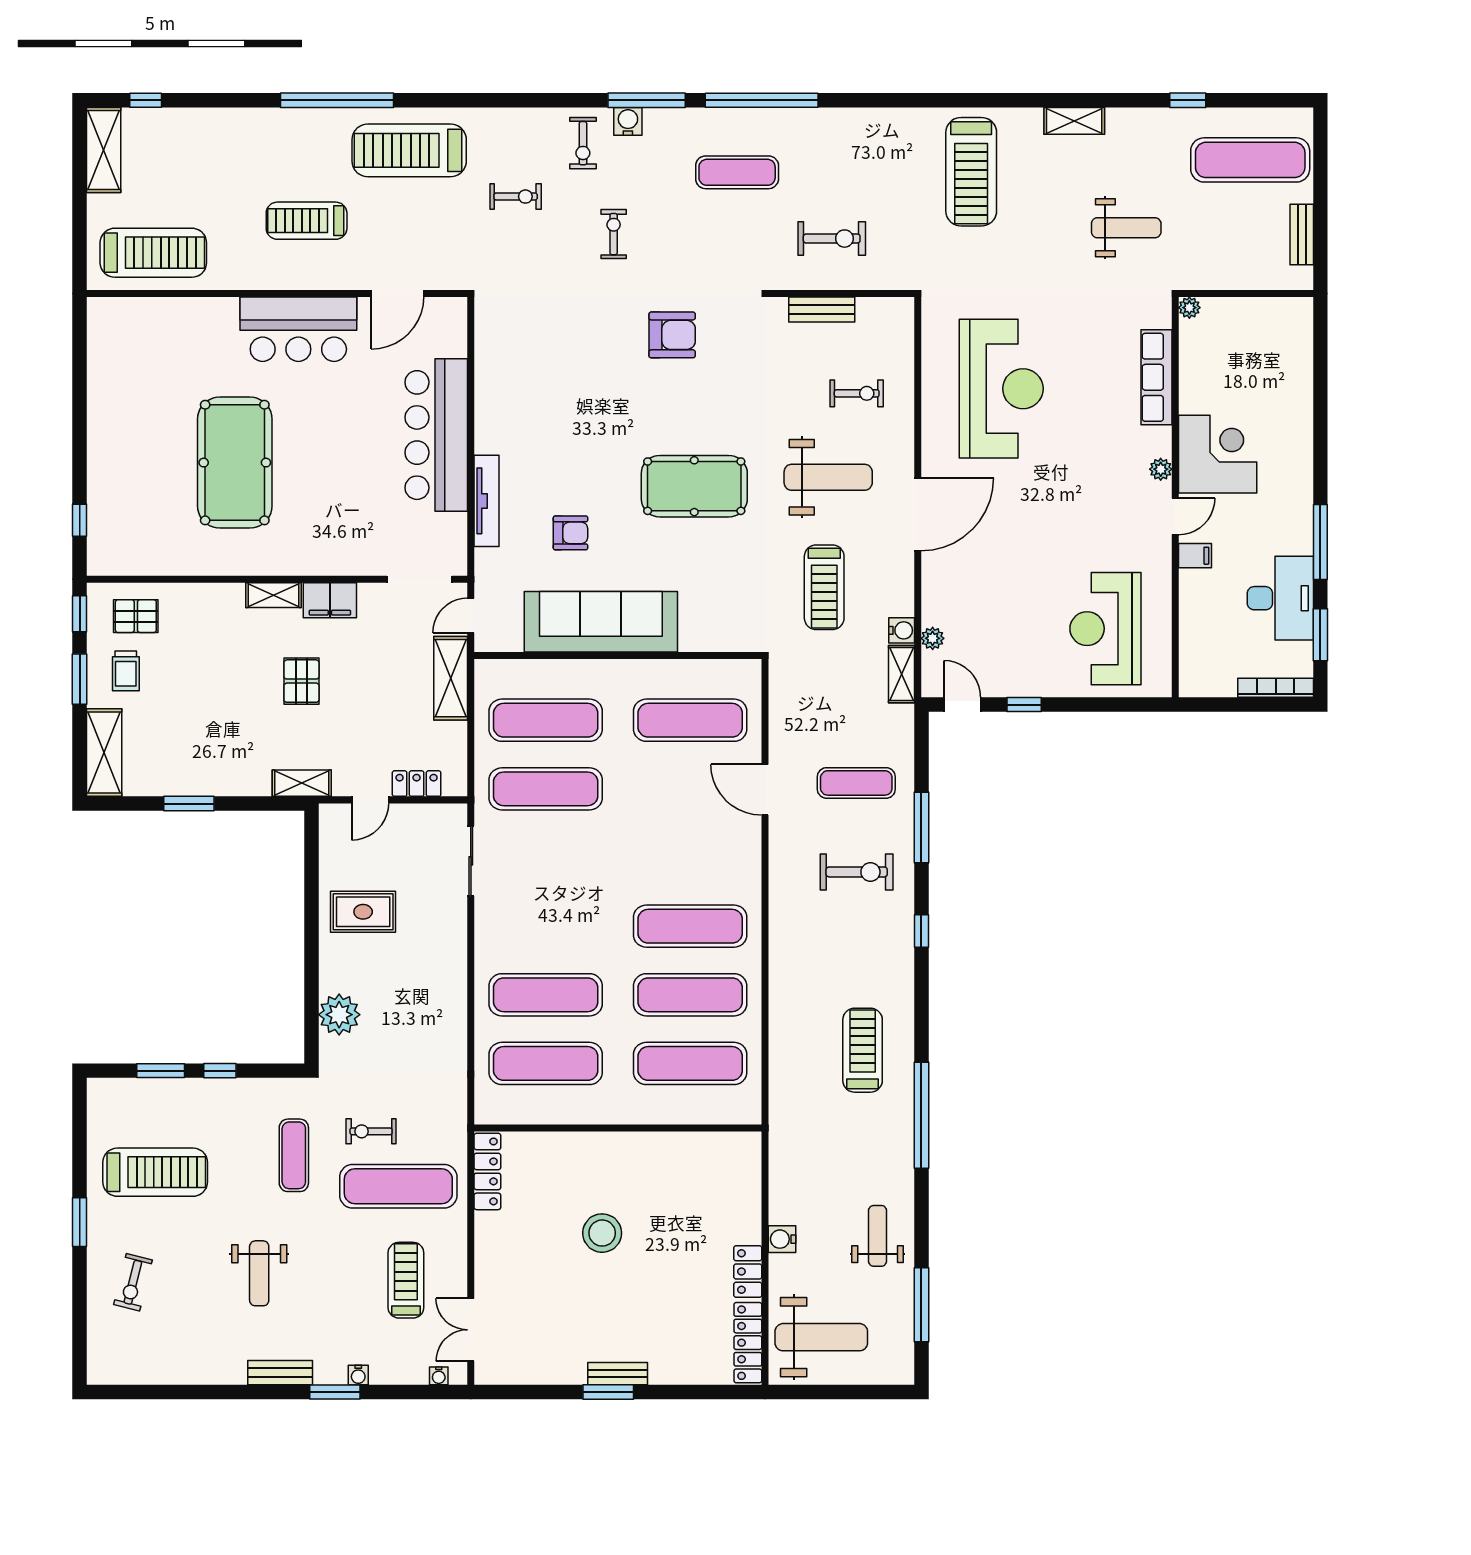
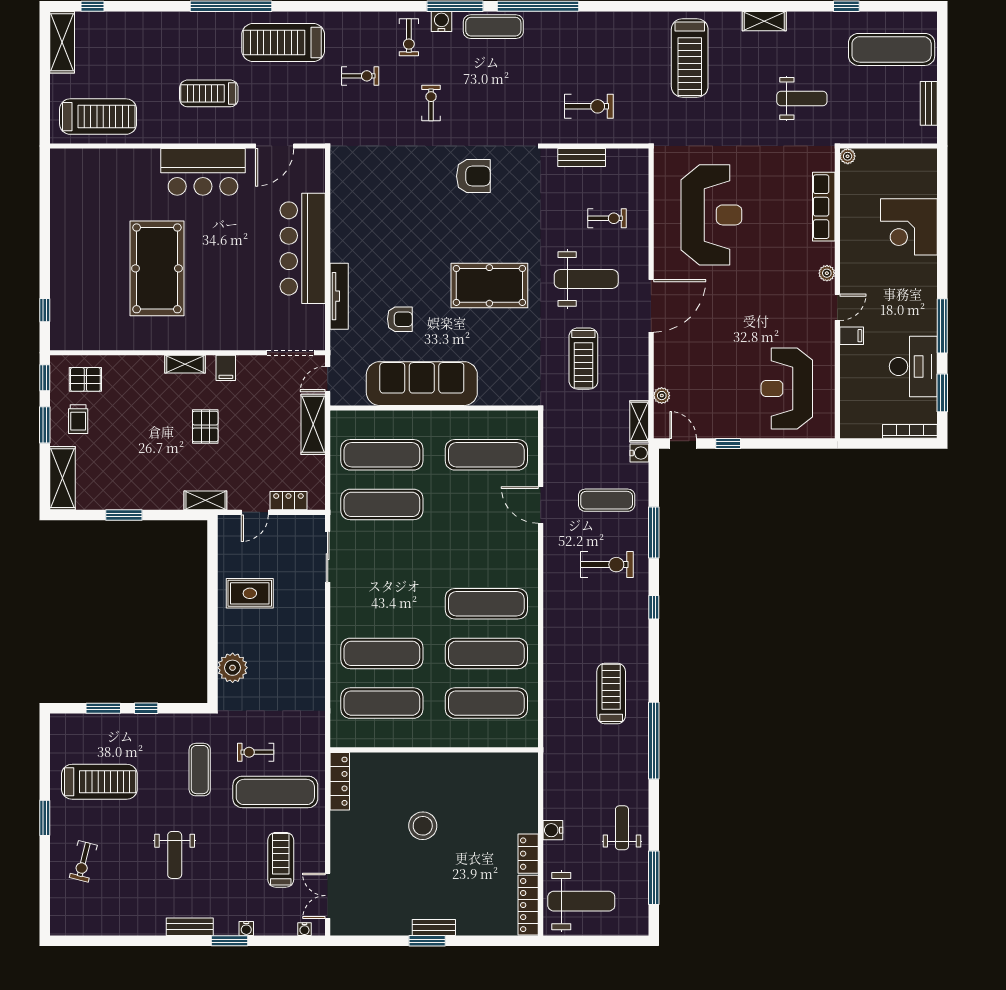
exercise mat: (737, 172) -> (493, 27), moved
corner desk: (1218, 454) -> (909, 227), moved, turned 180
filing cabinet: (330, 600) -> (226, 368), width x0.50
water cooler: (902, 630) -> (639, 453), moved

